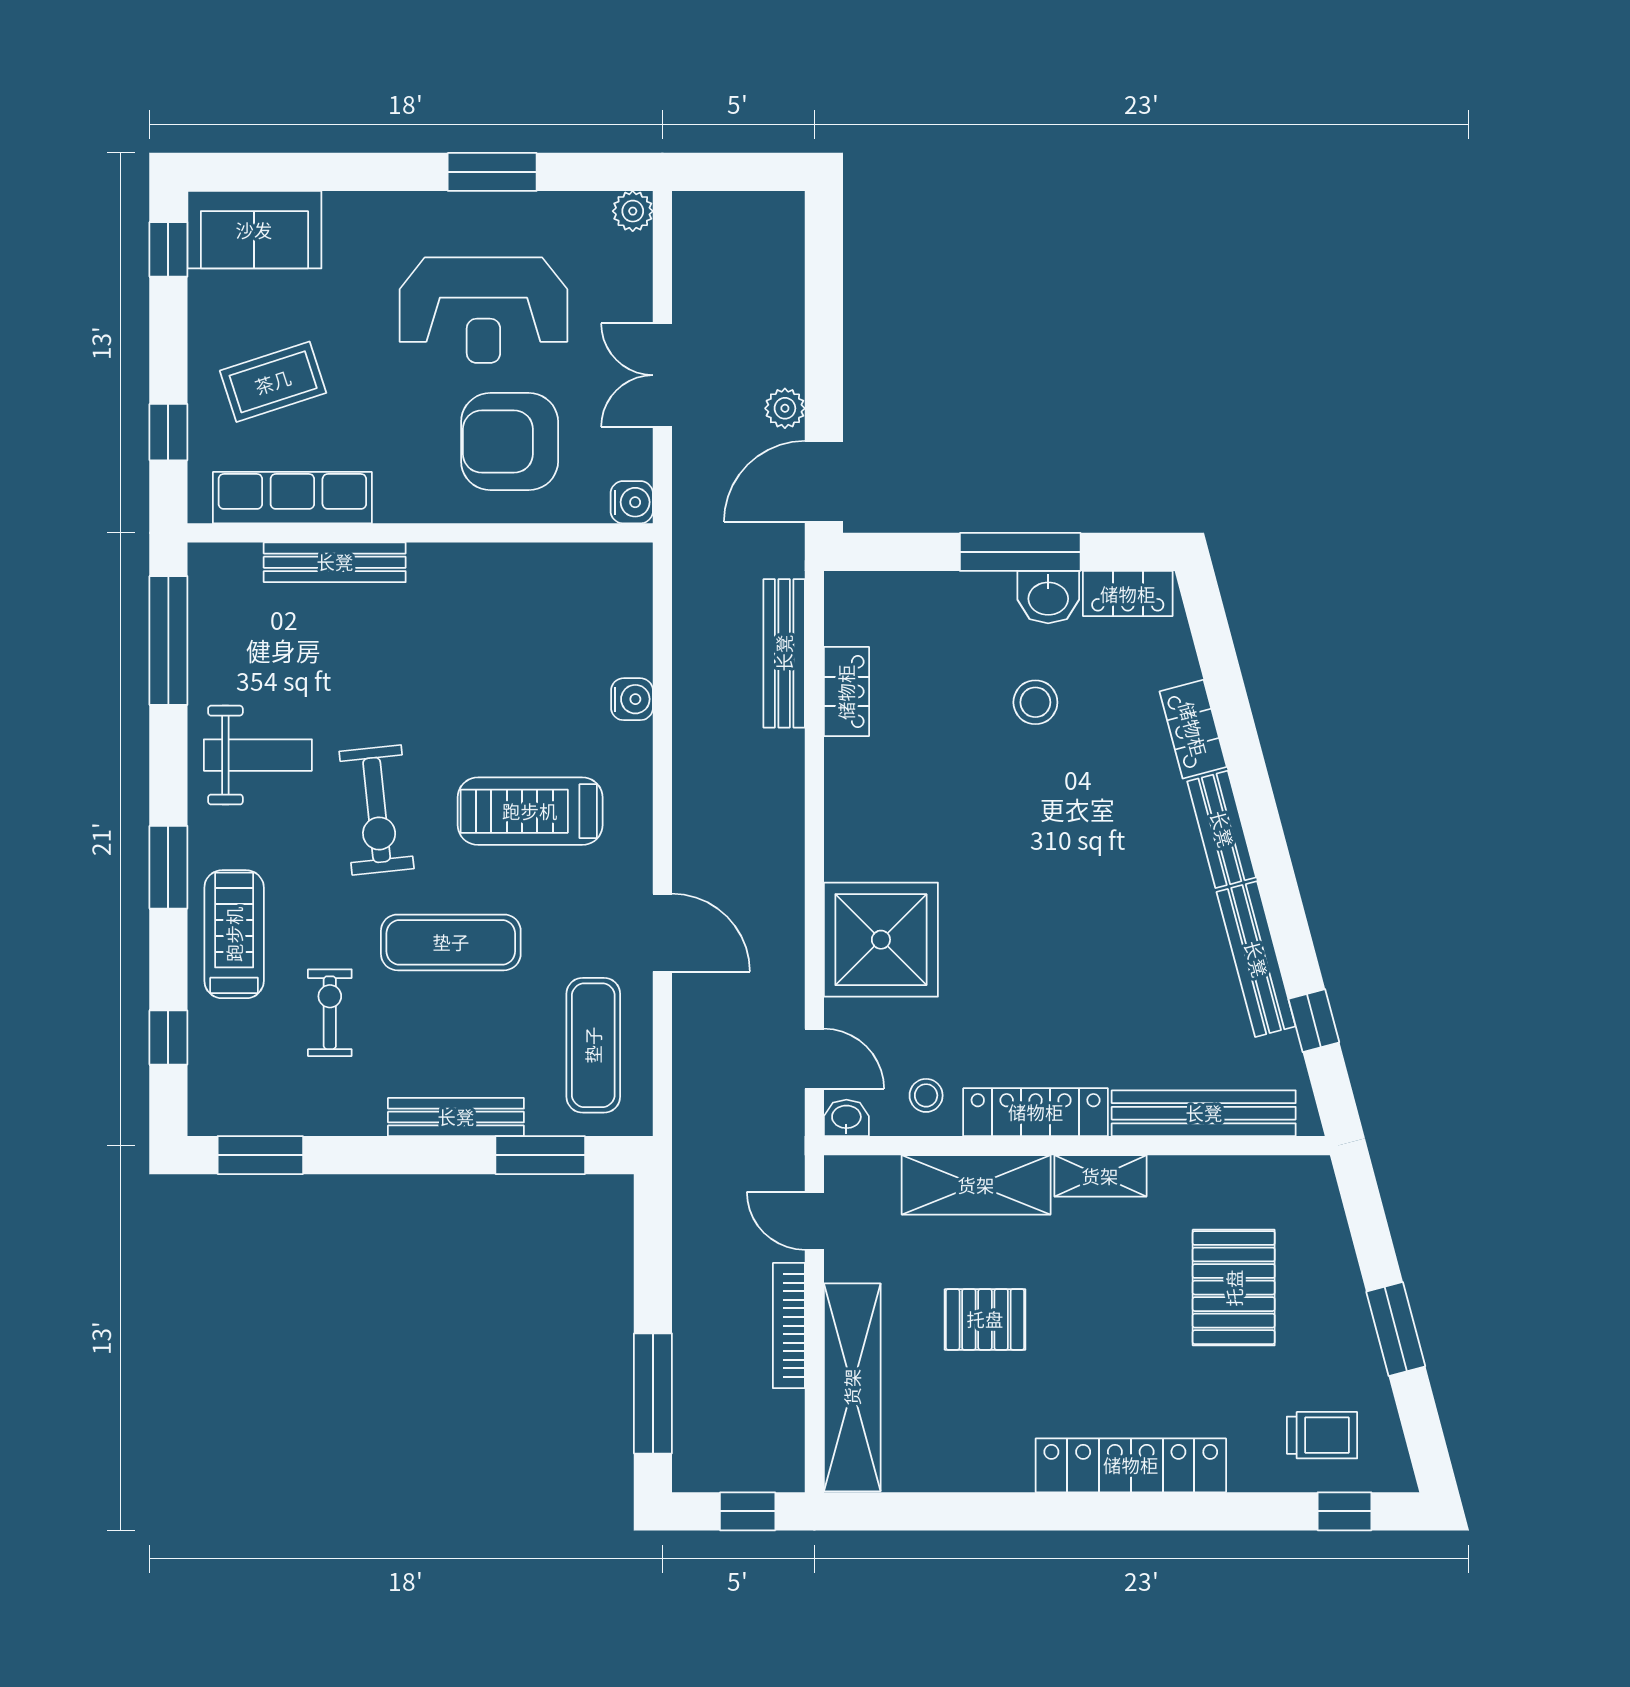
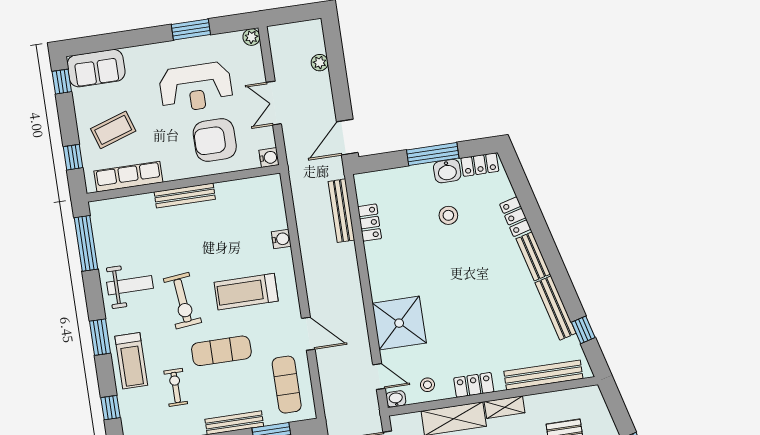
plant: (785, 408) -> (320, 63), moved
bench: (335, 562) -> (185, 196), moved
treadmill: (234, 934) -> (131, 361), turned 180
locker: (1036, 1112) -> (474, 385), width x0.66

